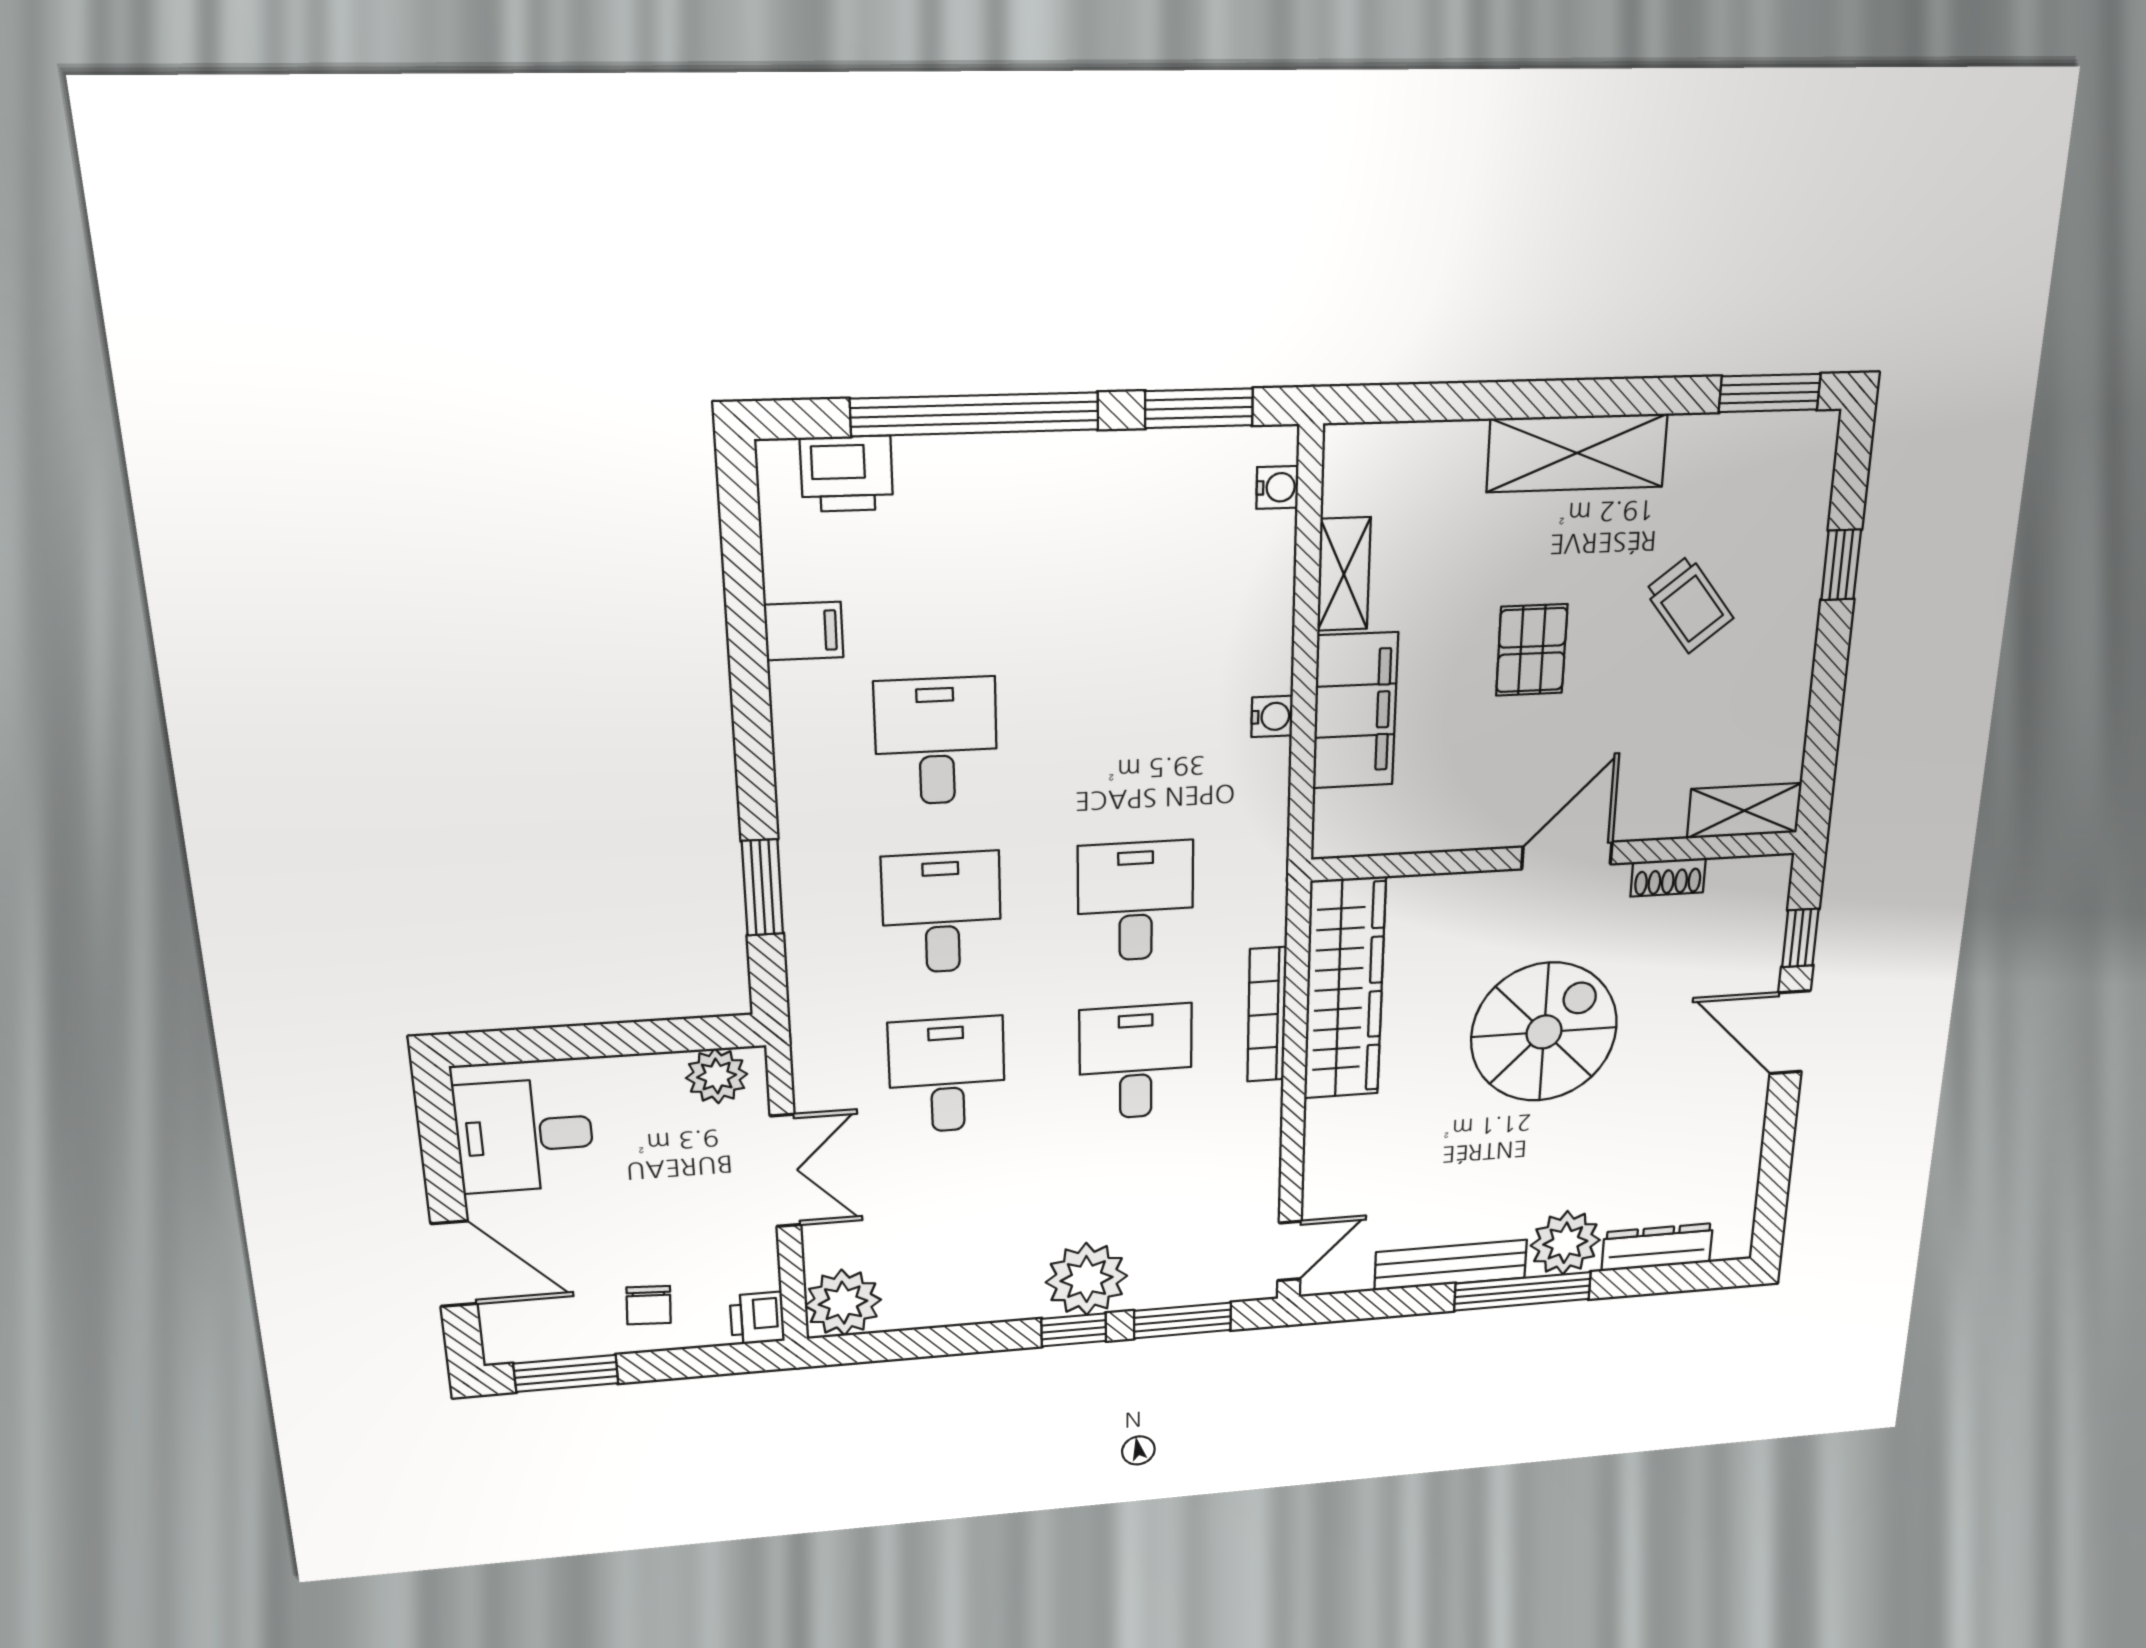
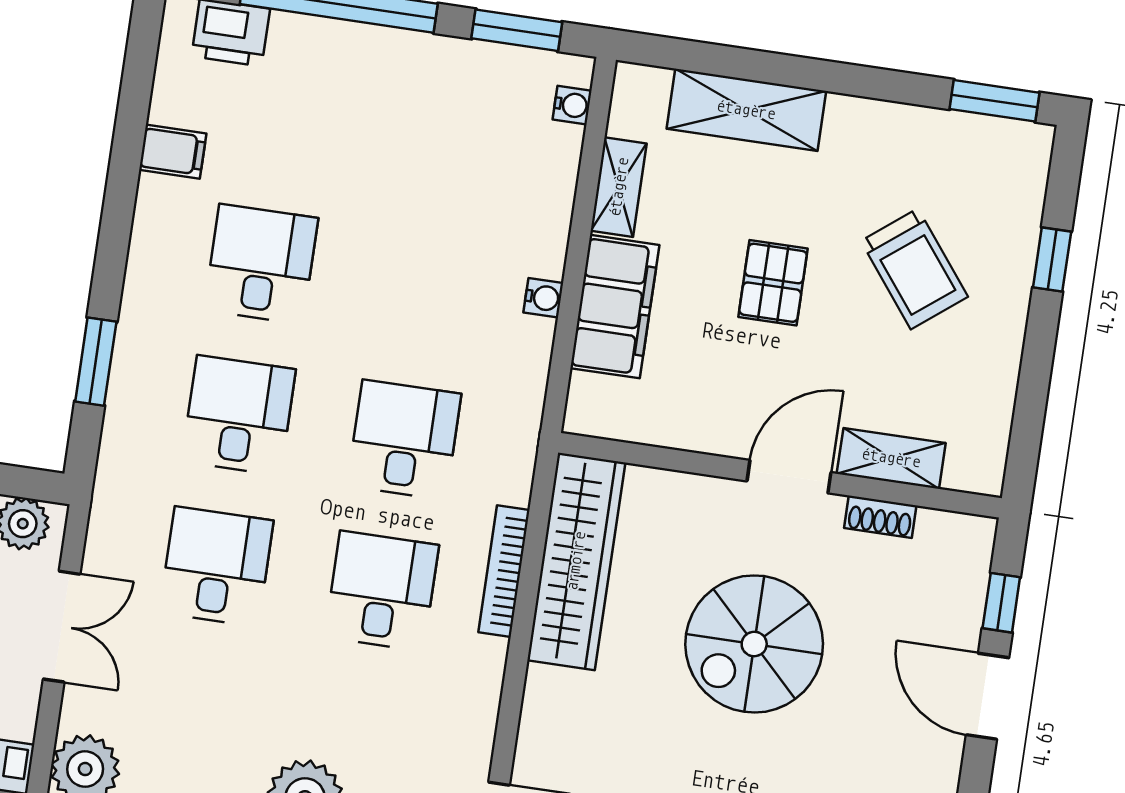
shelving: (1577, 453) -> (746, 110), moved
trolley: (1689, 604) -> (914, 269), width x1.36, depth x1.39
shelving: (1744, 811) -> (891, 458), moved
spiral stairs: (1544, 1032) -> (754, 644), turned 180

